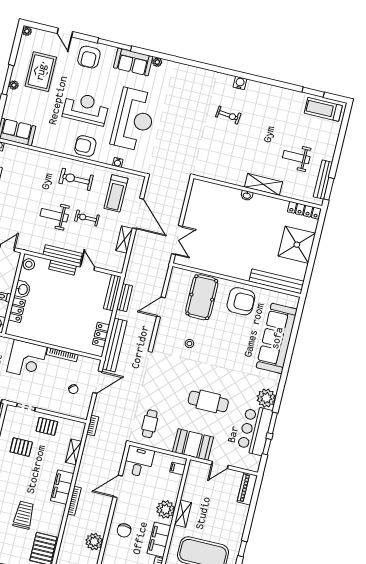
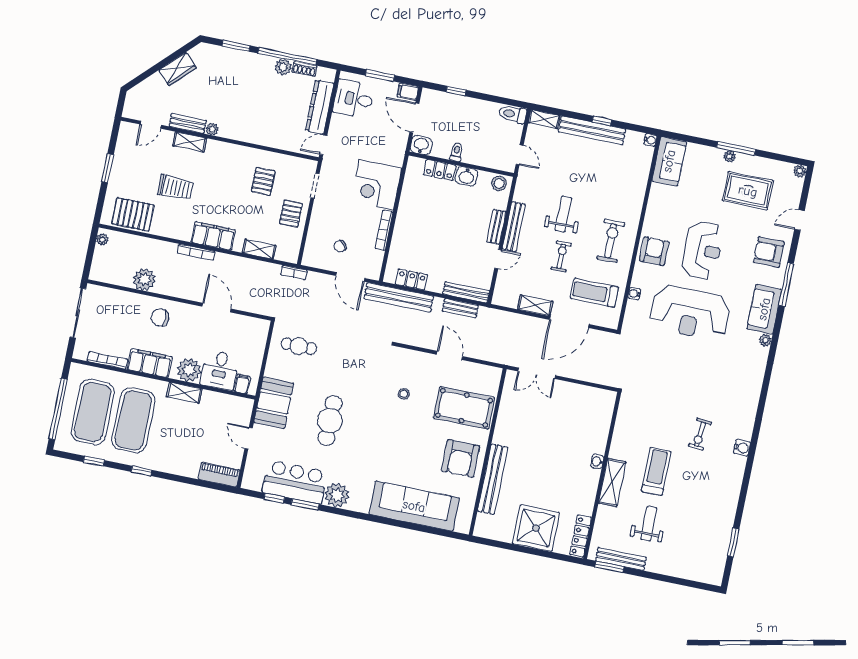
treadmill: (323, 109) -> (656, 471), moved
bench: (277, 281) -> (493, 479), moved
desk: (139, 462) -> (220, 370), moved, turned 90

